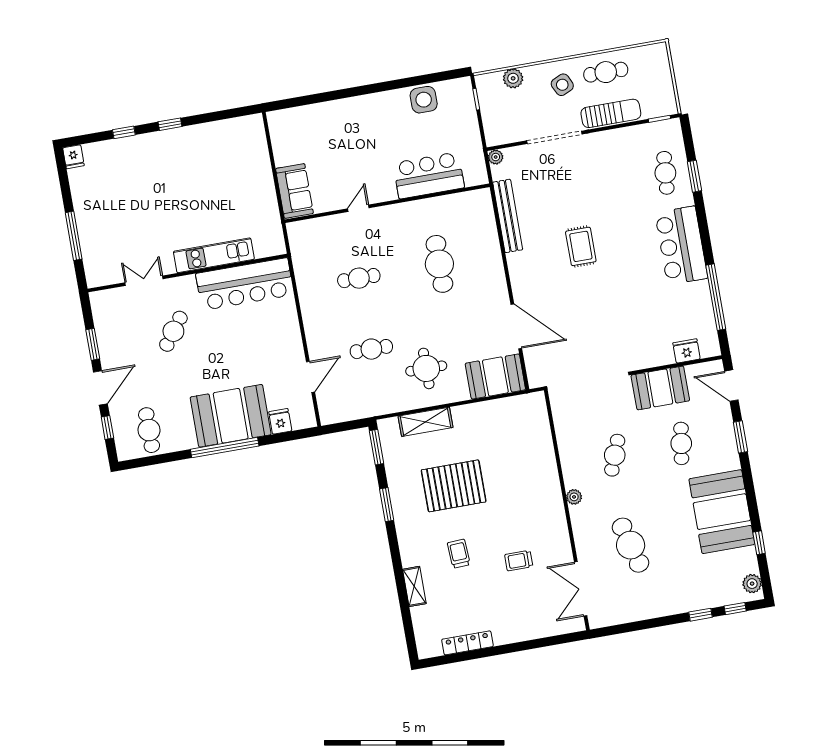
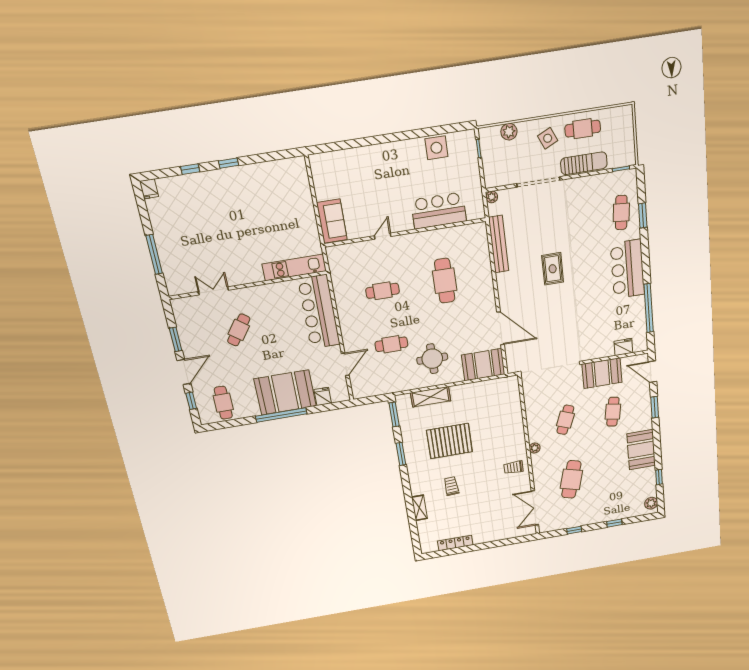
kitchen unit: (214, 255) -> (294, 267), moved
bar counter: (245, 284) -> (319, 312), moved, turned 90
booth: (722, 512) -> (641, 450), width x0.73, depth x0.70
cafe table: (631, 545) -> (571, 479), turned 30
trolley: (519, 561) -> (513, 467), moved
window: (735, 609) -> (574, 530), moved

